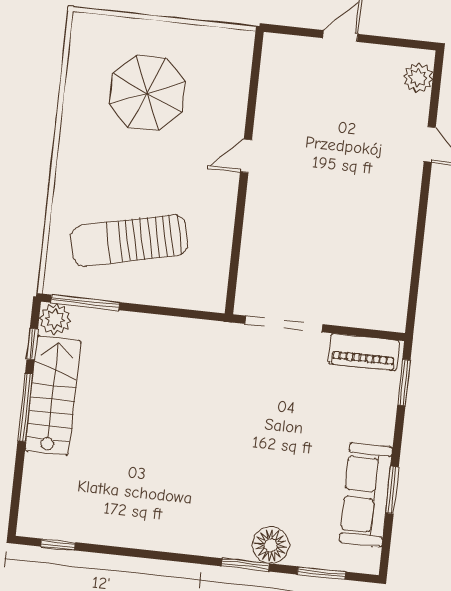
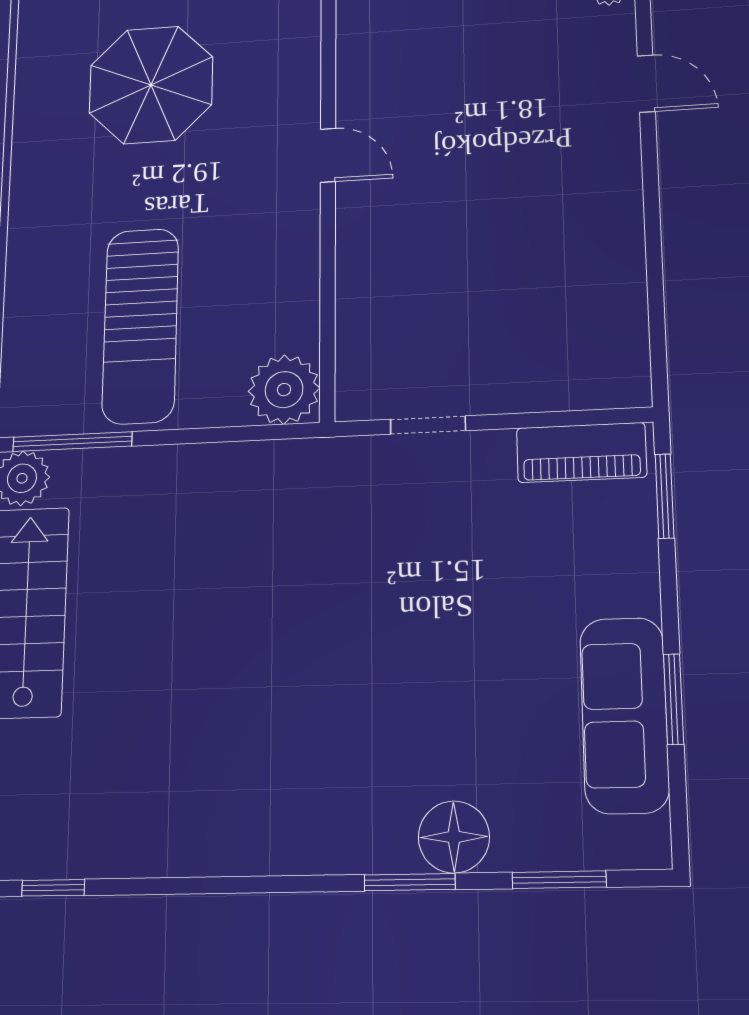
door: (246, 156) -> (328, 155), swing flipped
sun lounger: (129, 240) -> (140, 326), turned -77
plant: (207, 291) -> (284, 390), added
doorway: (284, 324) -> (428, 425), width x0.53

